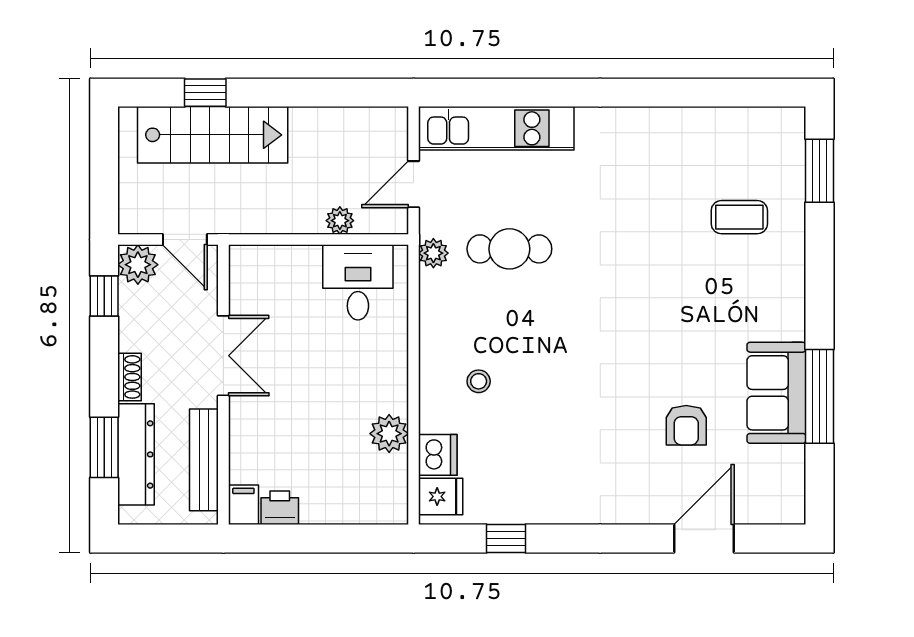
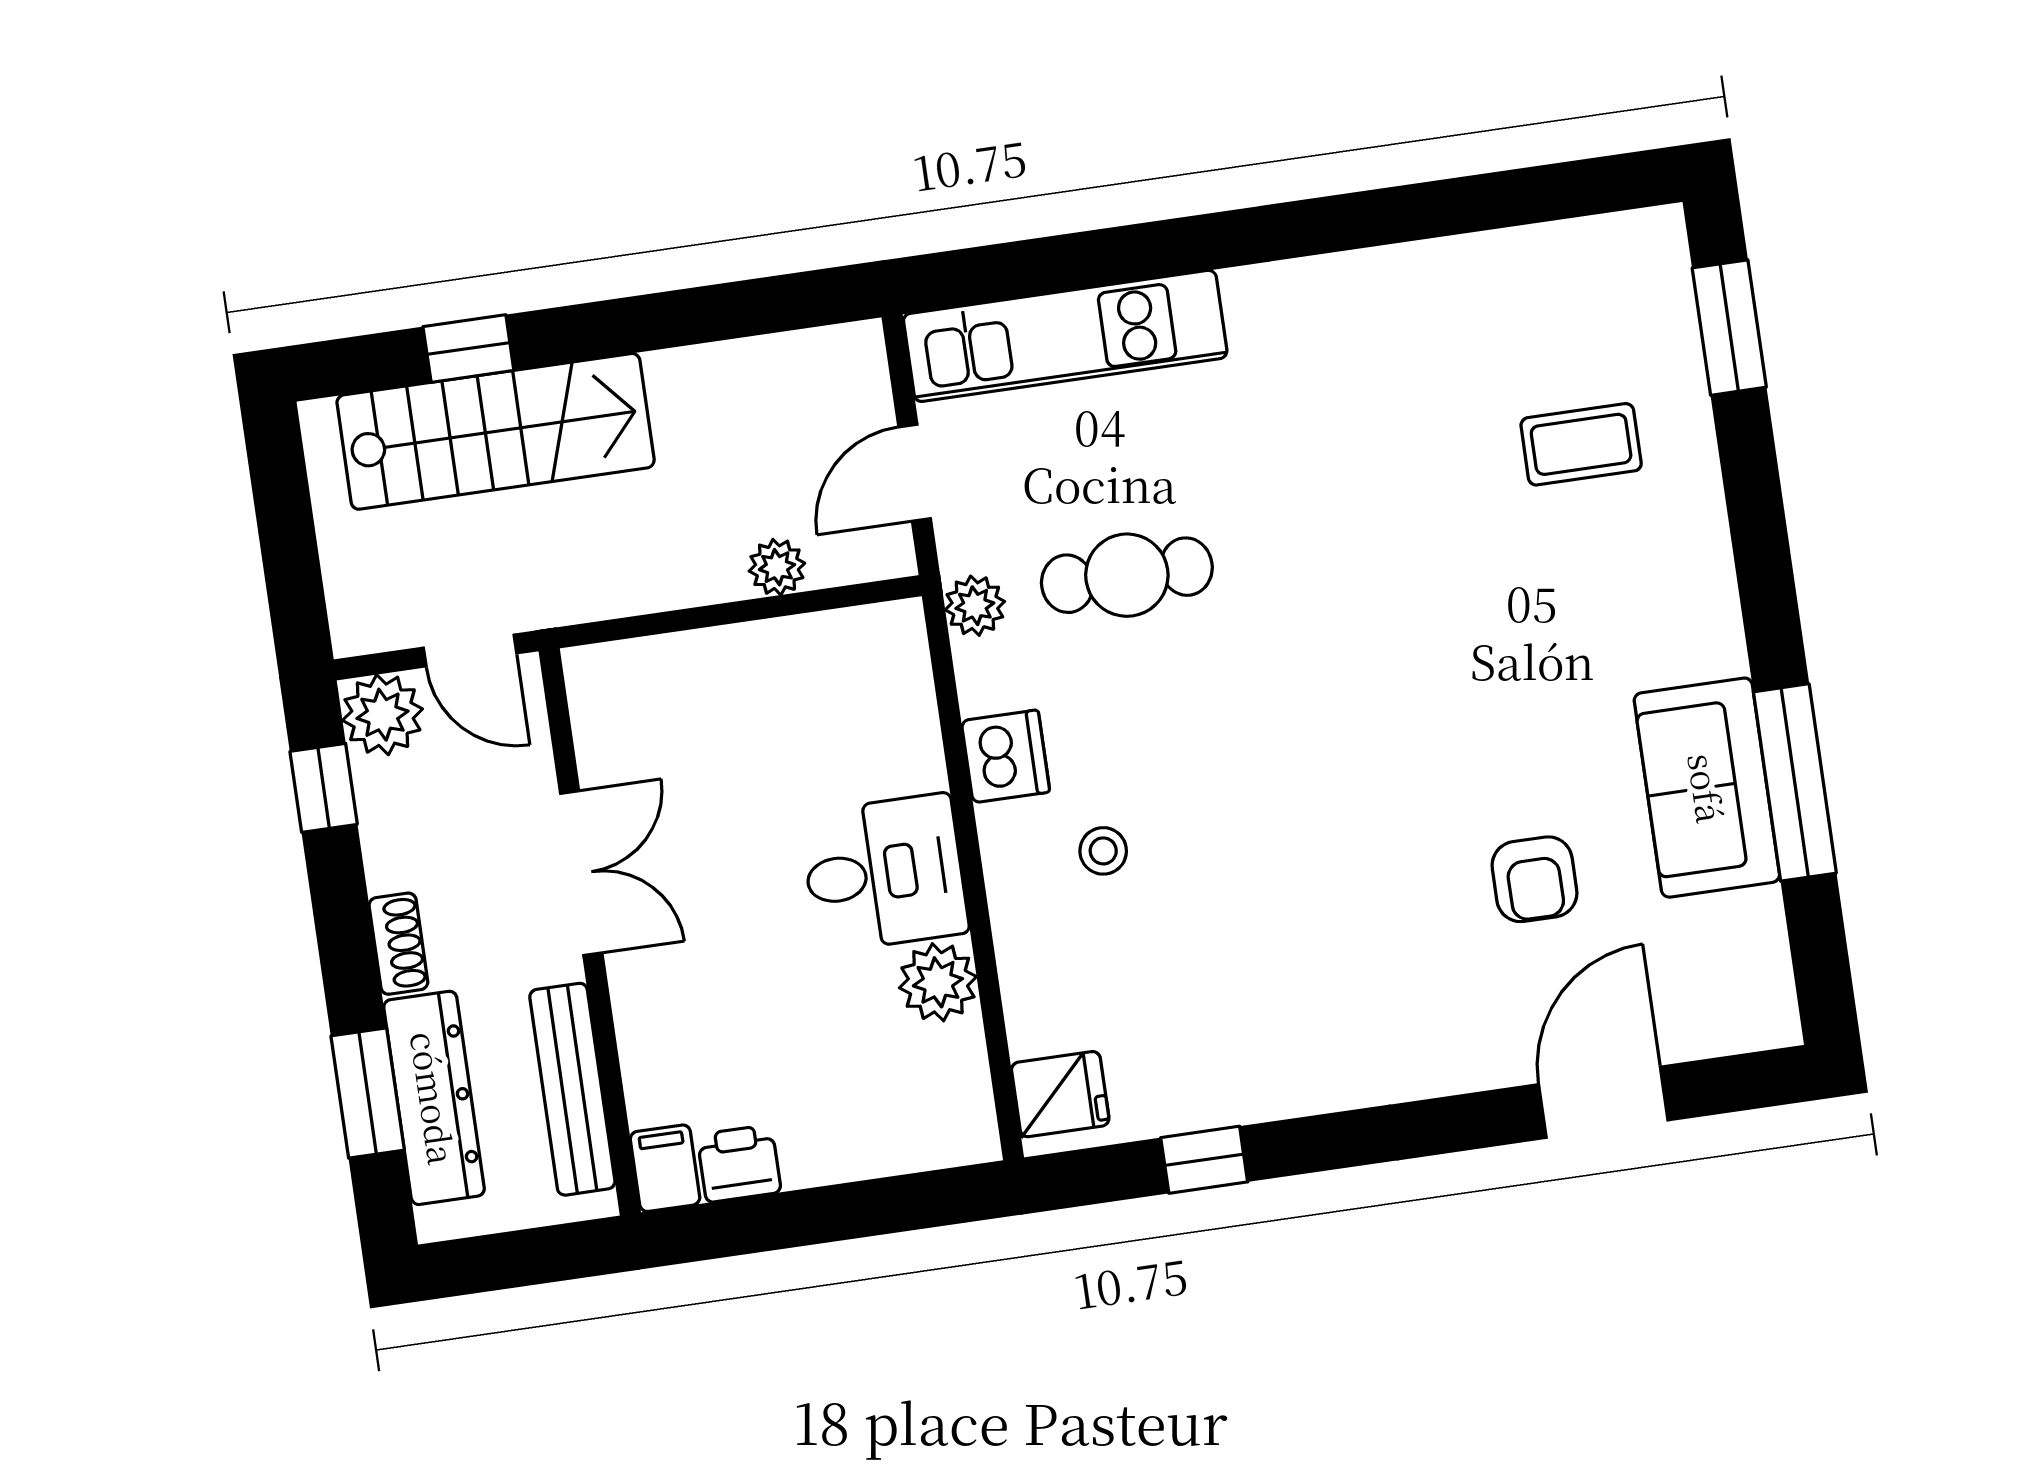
desk: (358, 282) -> (884, 873), moved, turned 90
dishwasher: (438, 455) -> (1006, 756), moved

